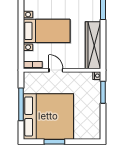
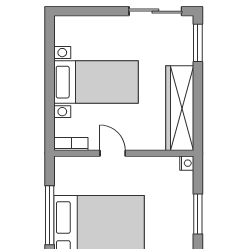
window: (103, 92) -> (198, 214), moved

